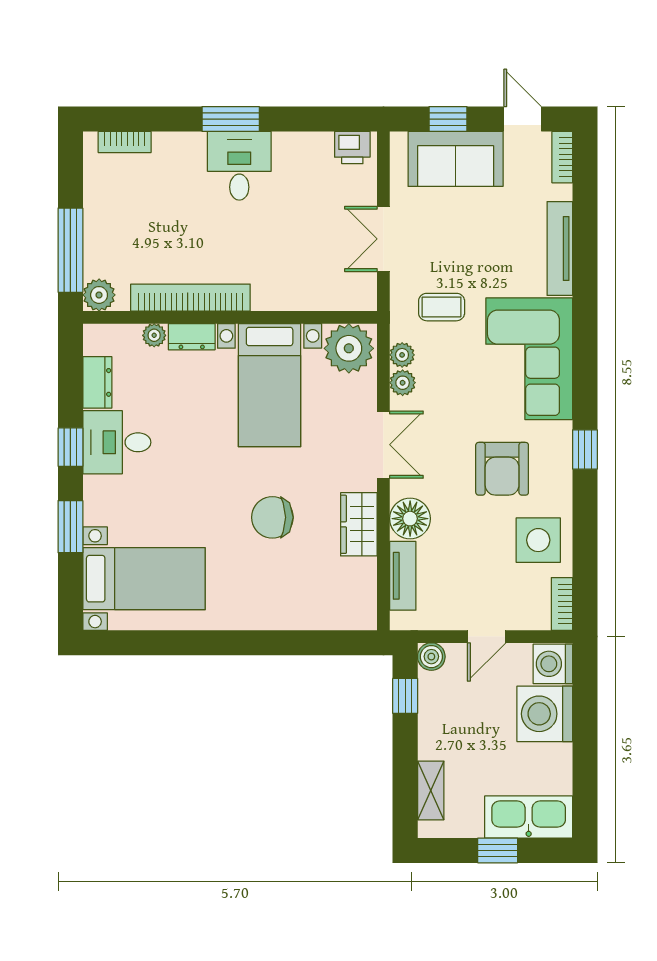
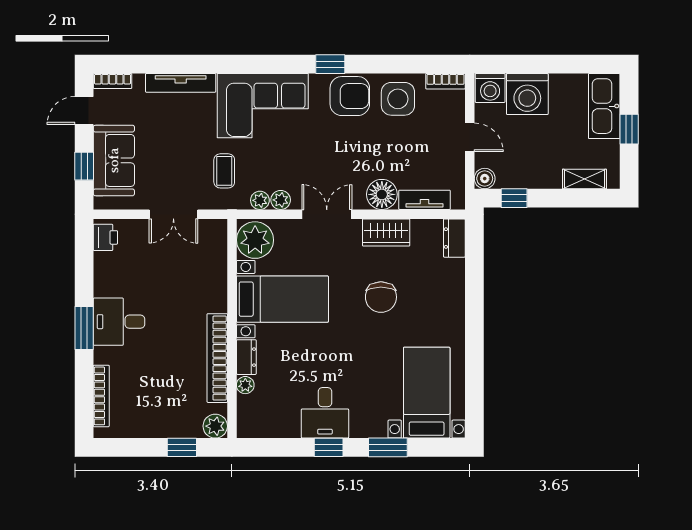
bookcase: (125, 142) -> (101, 396), width x1.56
window: (70, 250) -> (182, 447), width x0.46
dresser: (97, 382) -> (454, 238), moved, turned -90
armchair: (502, 469) -> (350, 96), moved

